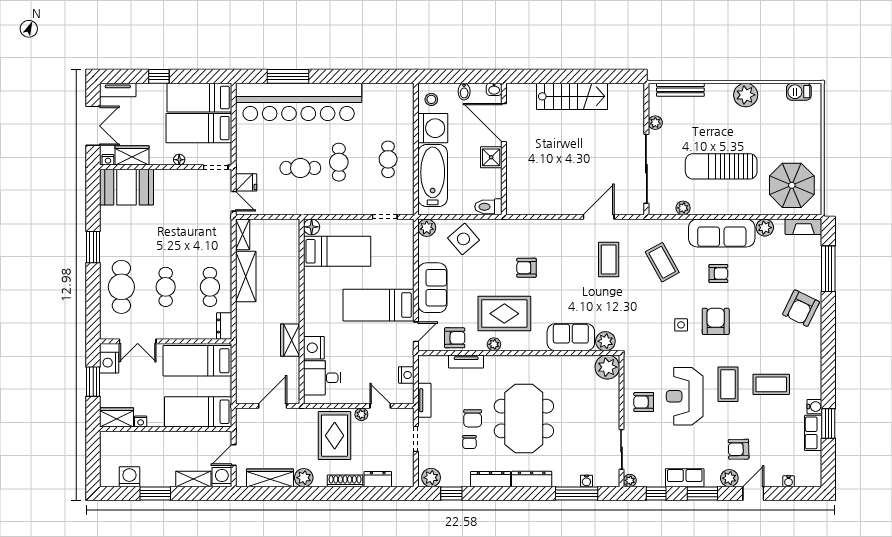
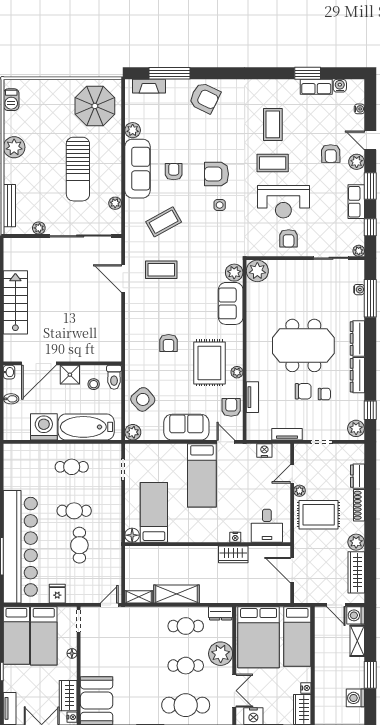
stool: (431, 99) -> (94, 384), moved
fridge: (246, 182) -> (57, 594), moved
fireplace: (803, 227) -> (149, 86), moved, turned 90
plant: (179, 326) -> (221, 654), added
nightstand: (314, 348) -> (235, 537), width x0.53, depth x0.56
bed: (197, 361) -> (259, 637), width x1.50
water cooler: (814, 407) -> (340, 86), moved

